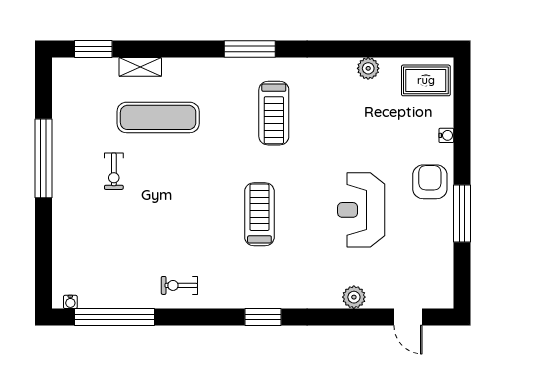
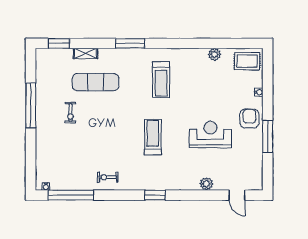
window: (250, 49) -> (130, 43), moved
reception desk: (361, 210) -> (210, 134), turned 90

